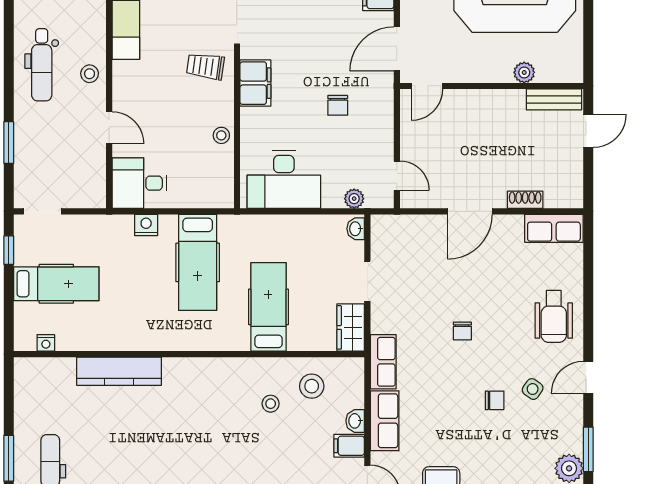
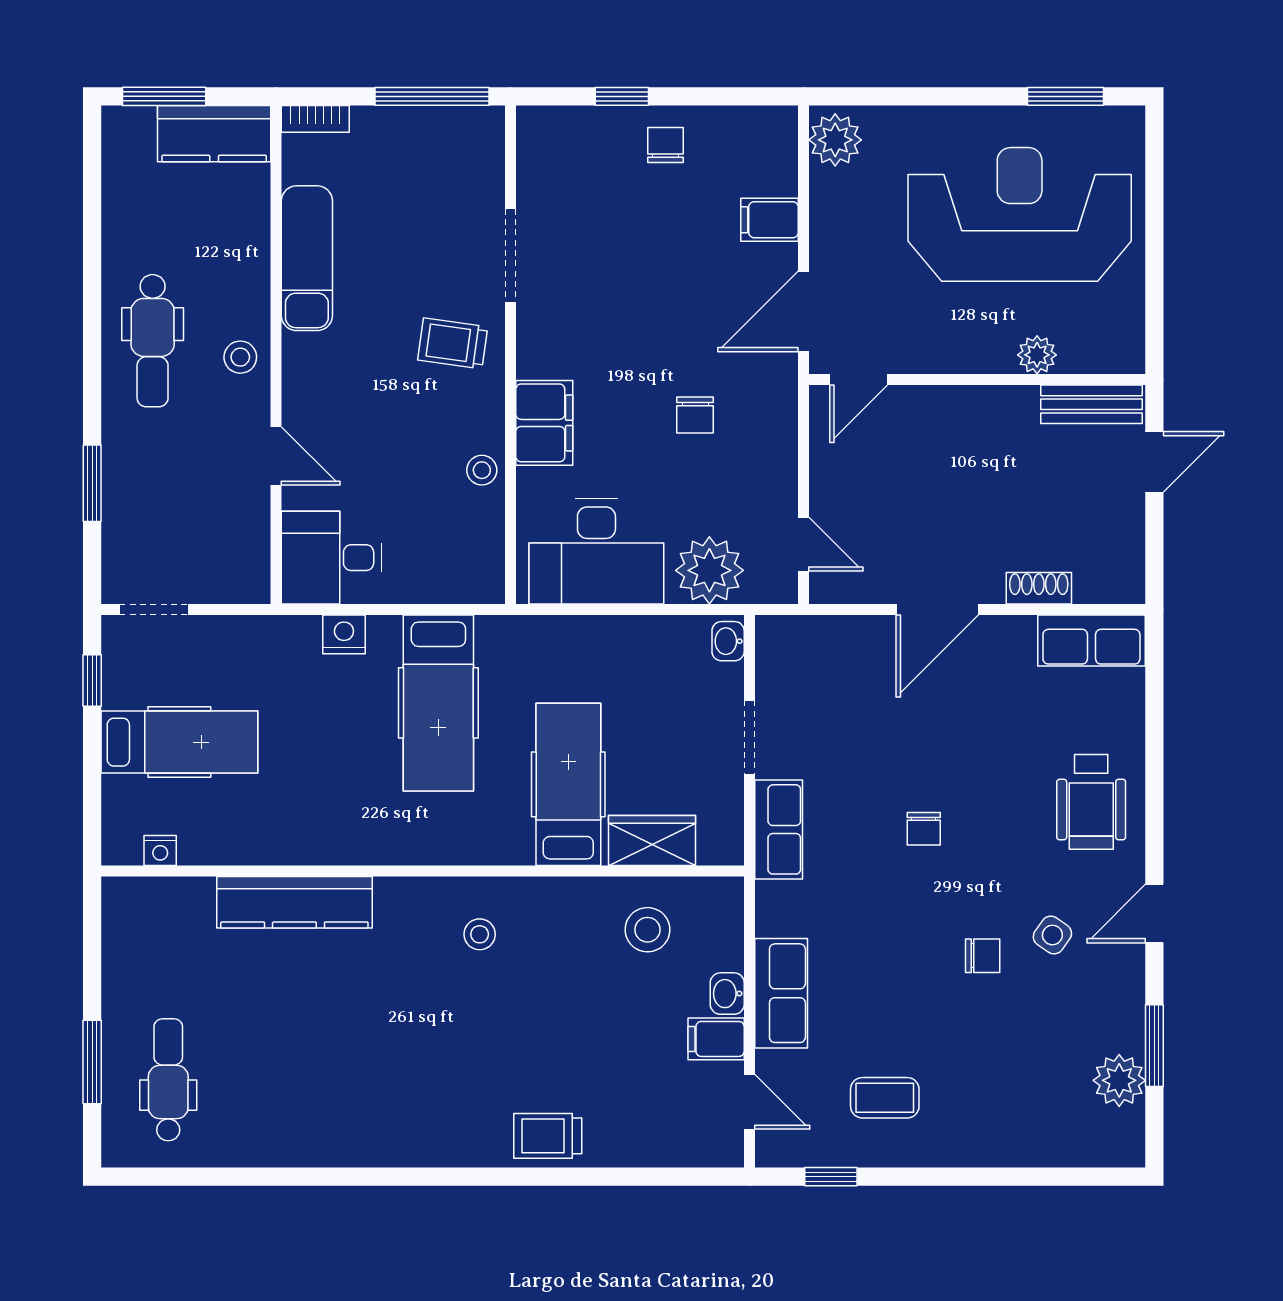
filing cabinet: (255, 83) -> (544, 423), moved
plant: (354, 199) -> (709, 570), width x1.88, depth x1.88
wardrobe: (351, 327) -> (652, 840), moved, turned 90
row of seats: (383, 362) -> (779, 829), moved
stool: (271, 404) -> (480, 934), moved

